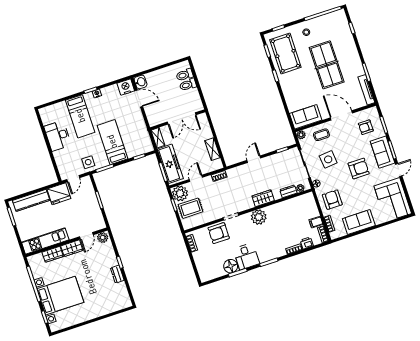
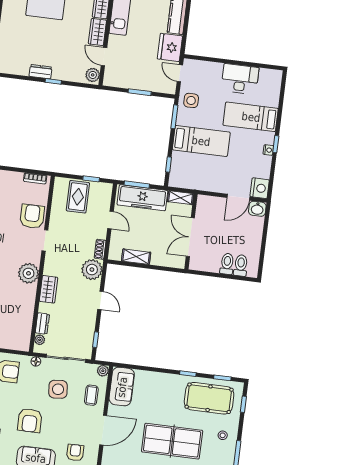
plant: (180, 193) -> (92, 270), moved

